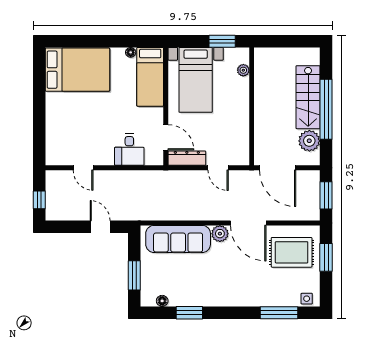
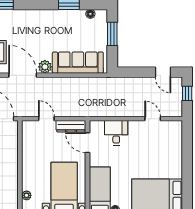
door: (100, 227) -> (163, 72), moved

